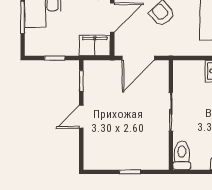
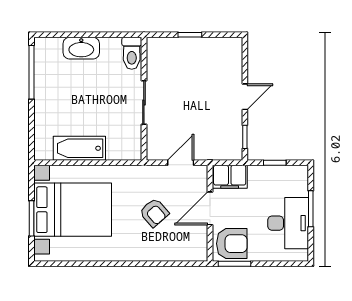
door: (138, 58) -> (181, 163), width x0.73

